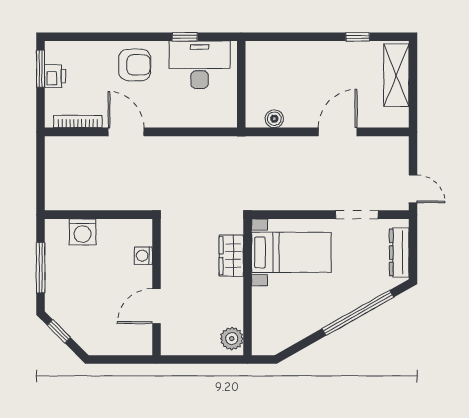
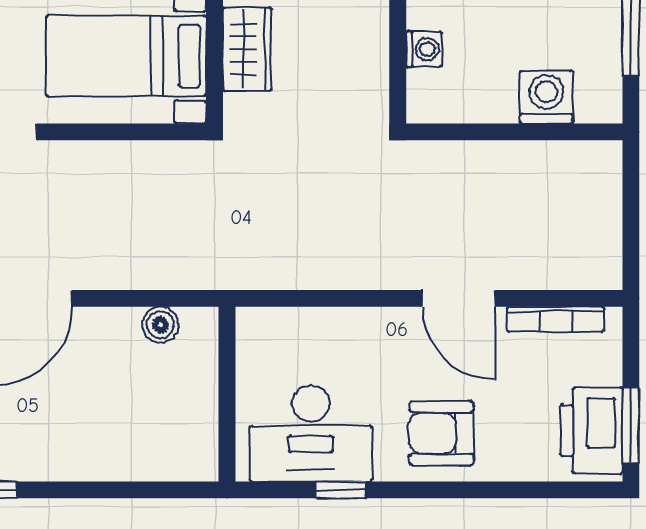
printer: (55, 76) -> (591, 431), width x1.87, depth x1.48

